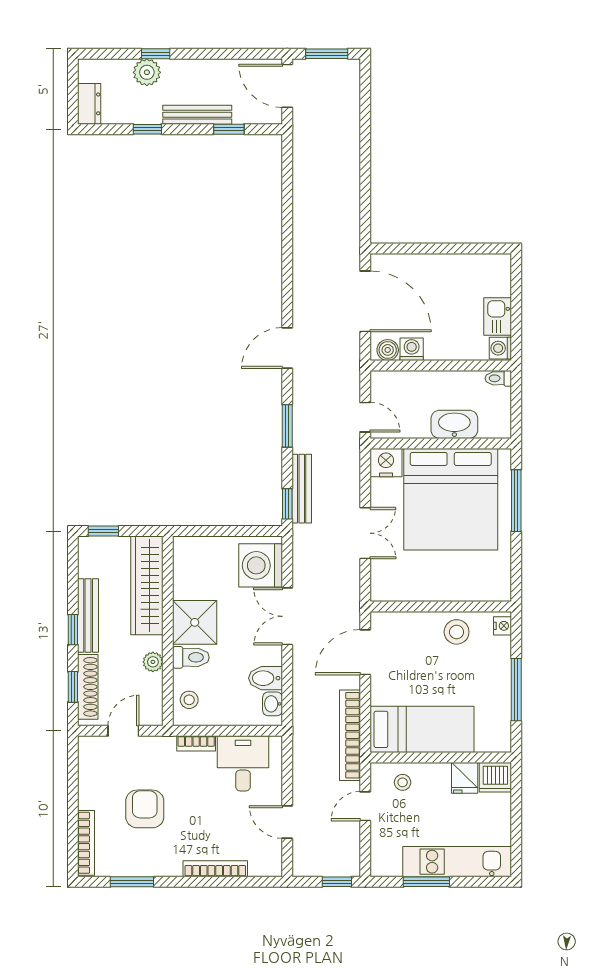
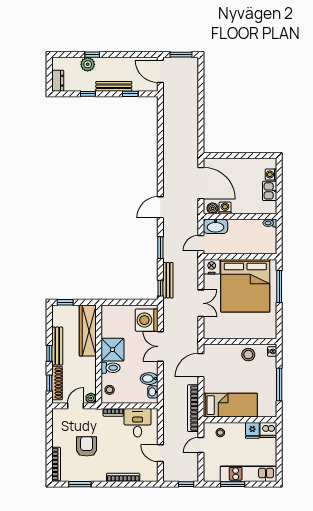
washing machine: (500, 348) -> (271, 174), moved
door: (365, 417) -> (201, 243), swing flipped
washbasin: (454, 424) -> (215, 226), moved, turned 180
plant: (153, 662) -> (91, 398), moved

